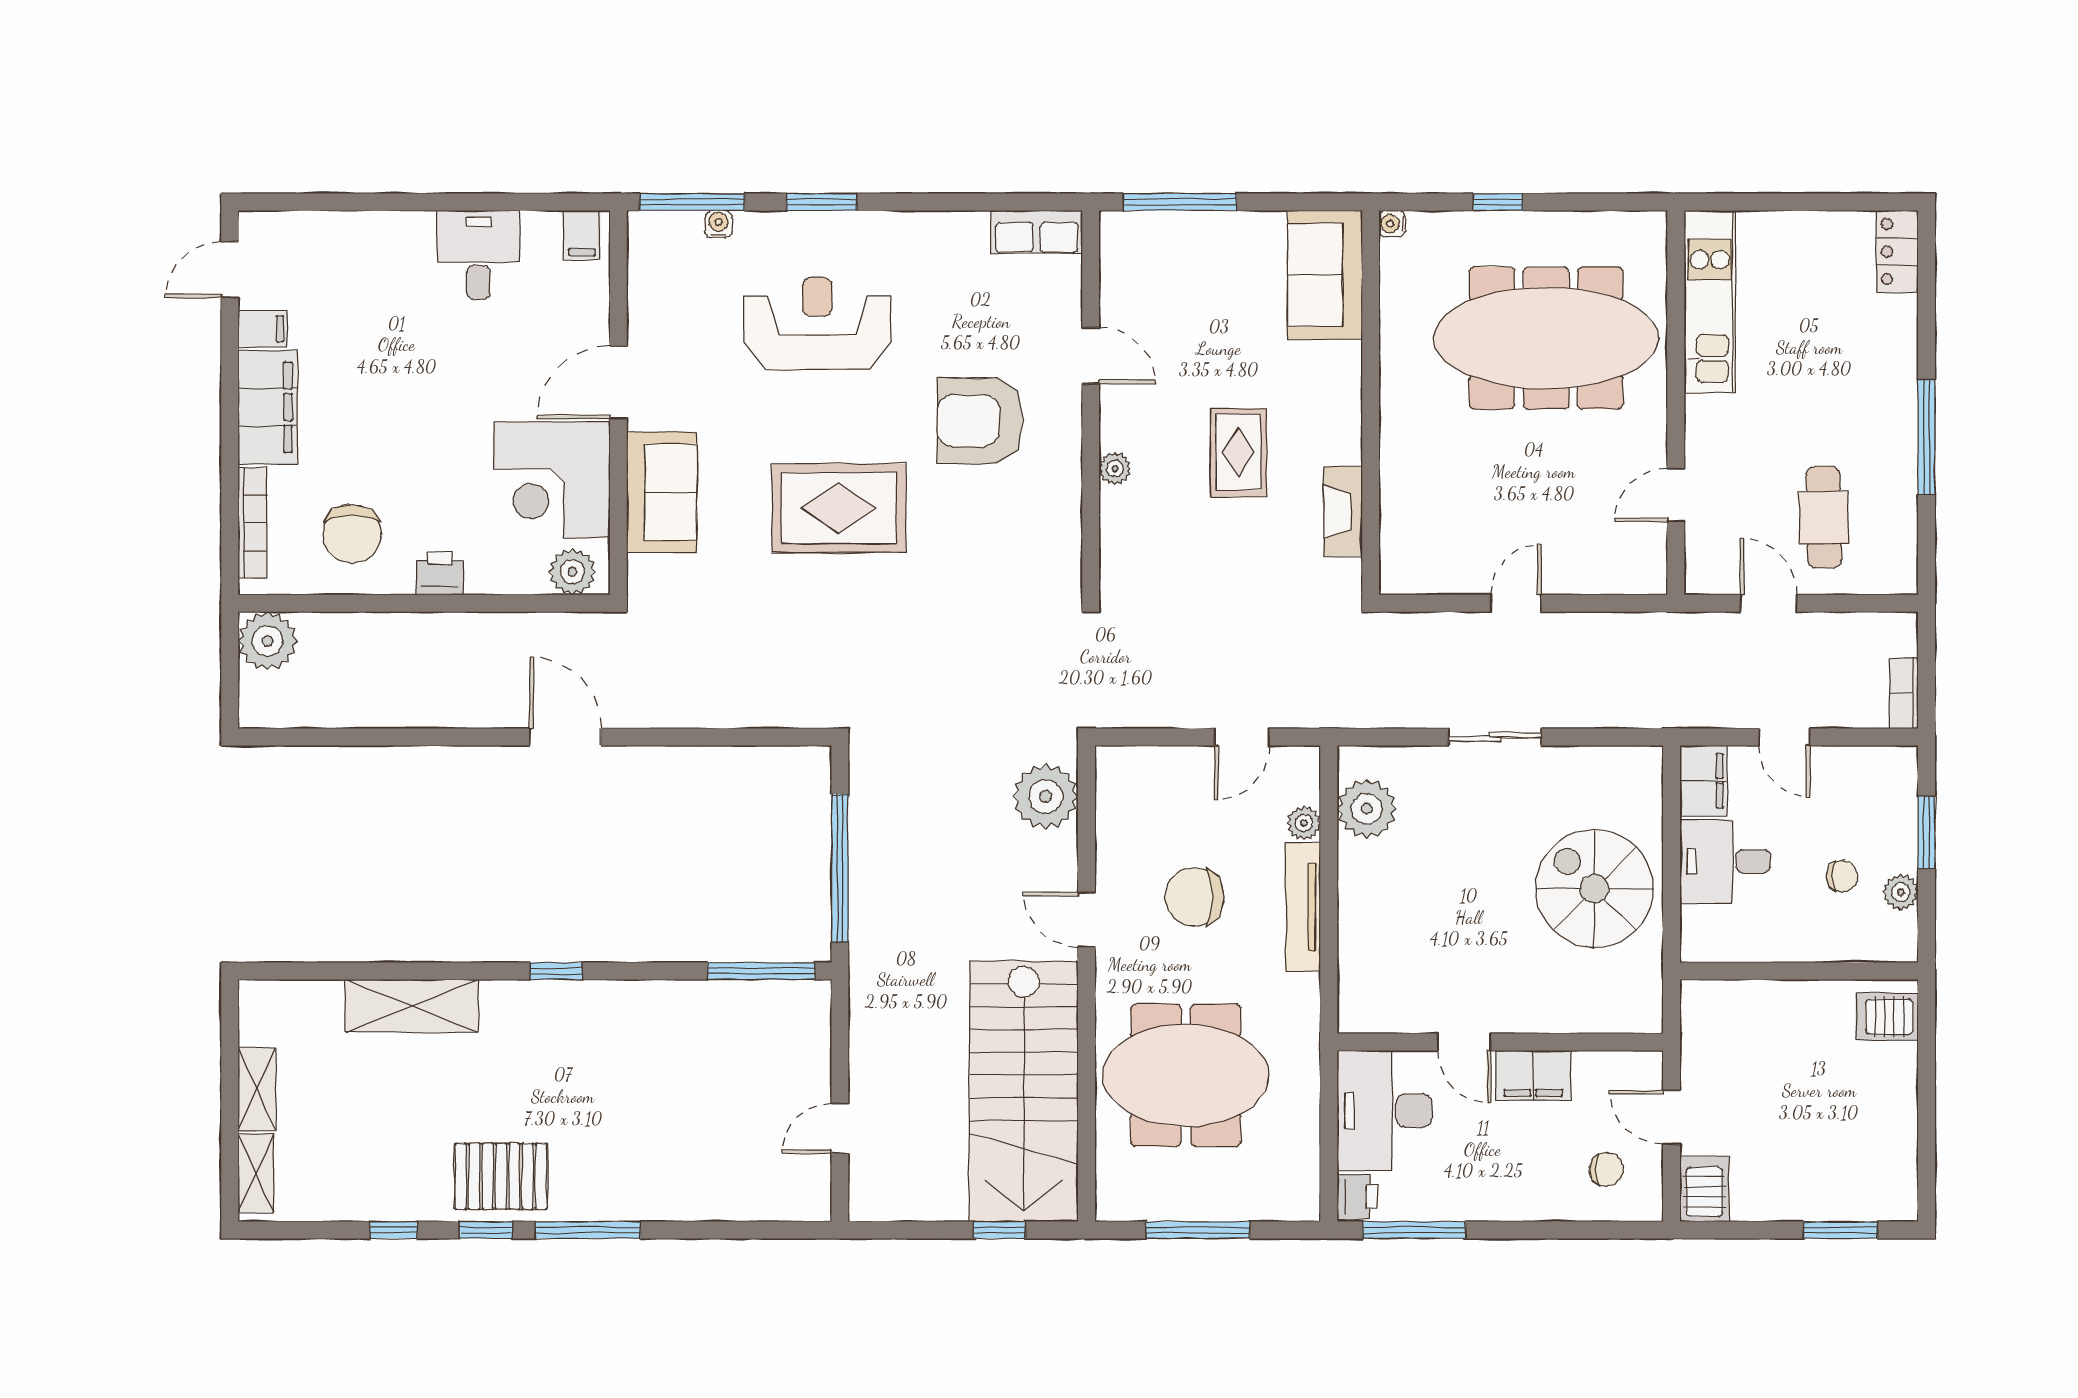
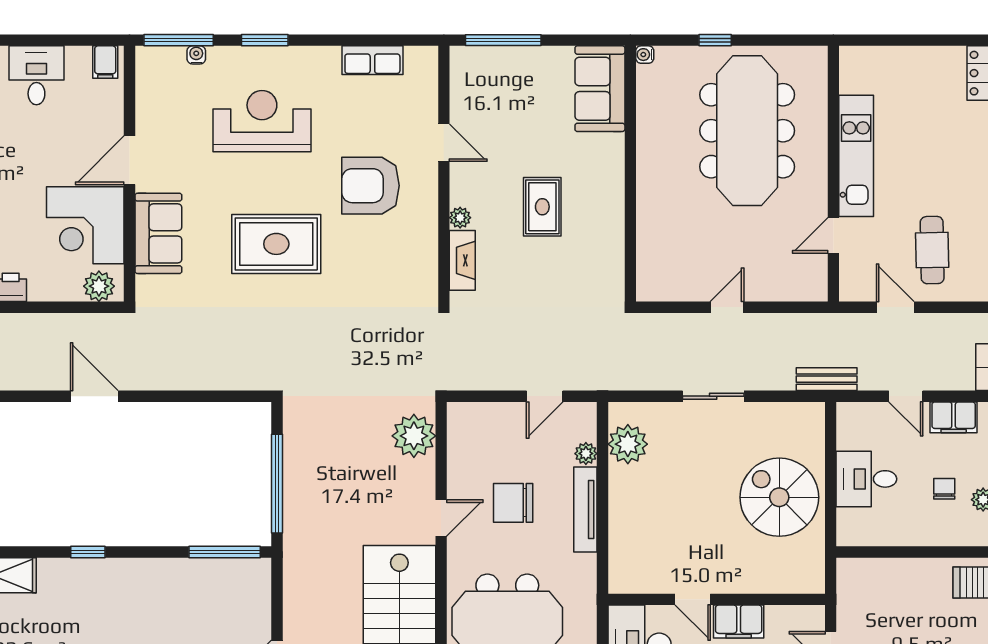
row of seats: (1037, 232) -> (372, 60), moved
kitchen unit: (1710, 302) -> (856, 156), moved
meeting table: (1546, 338) -> (747, 131), turned 90
fireplace: (1343, 512) -> (462, 260), moved, turned 180
bench: (1666, 711) -> (827, 379), added
filing cabinet: (1703, 781) -> (954, 417), moved, turned 90
chair: (1842, 876) -> (944, 489), turned -90
door: (1086, 920) -> (441, 518), swing flipped

